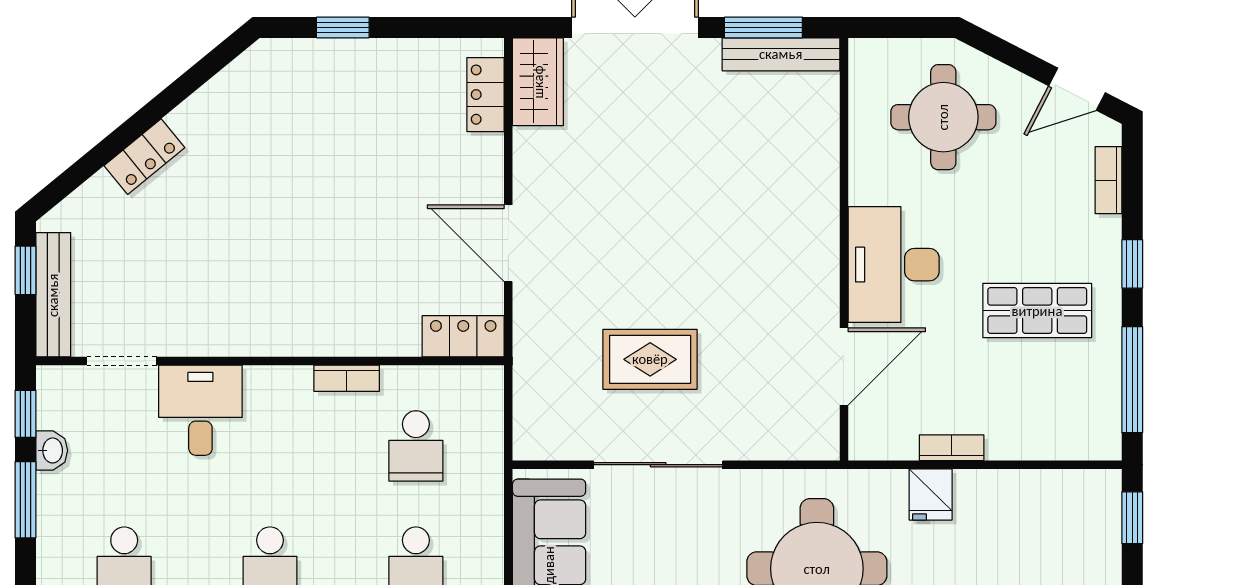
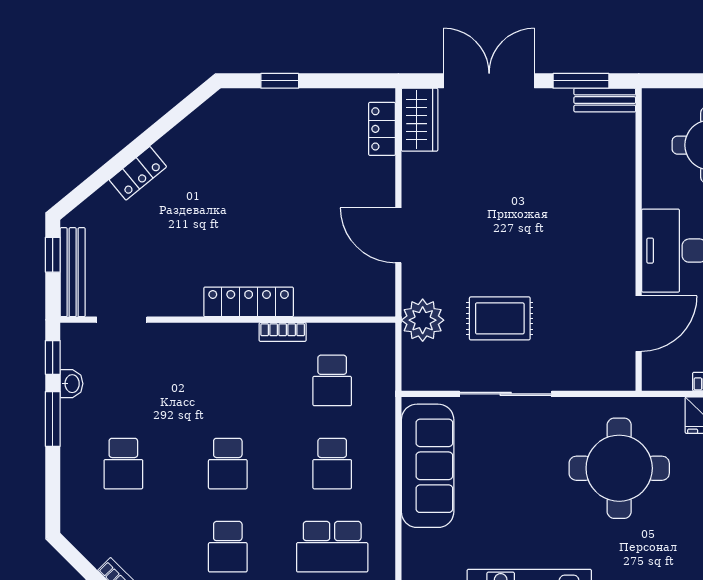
bench: (781, 54) -> (605, 100), width x0.73
locker: (463, 336) -> (249, 302), moved, width x1.53
plant: (542, 362) -> (423, 320), added
desk: (200, 410) -> (178, 355), removed

